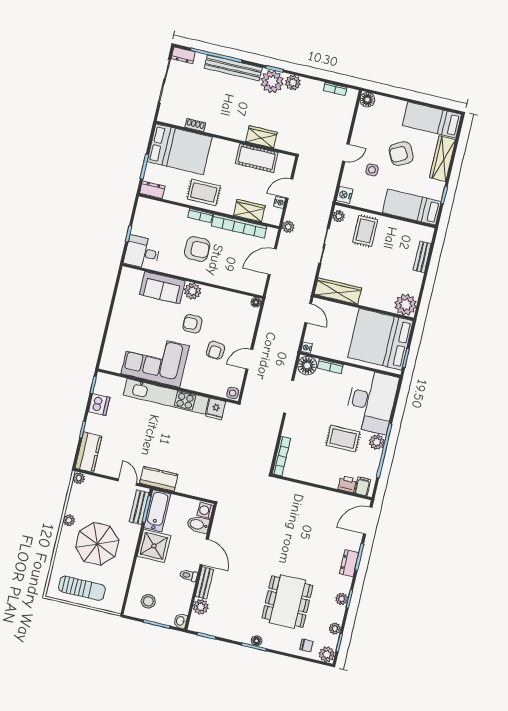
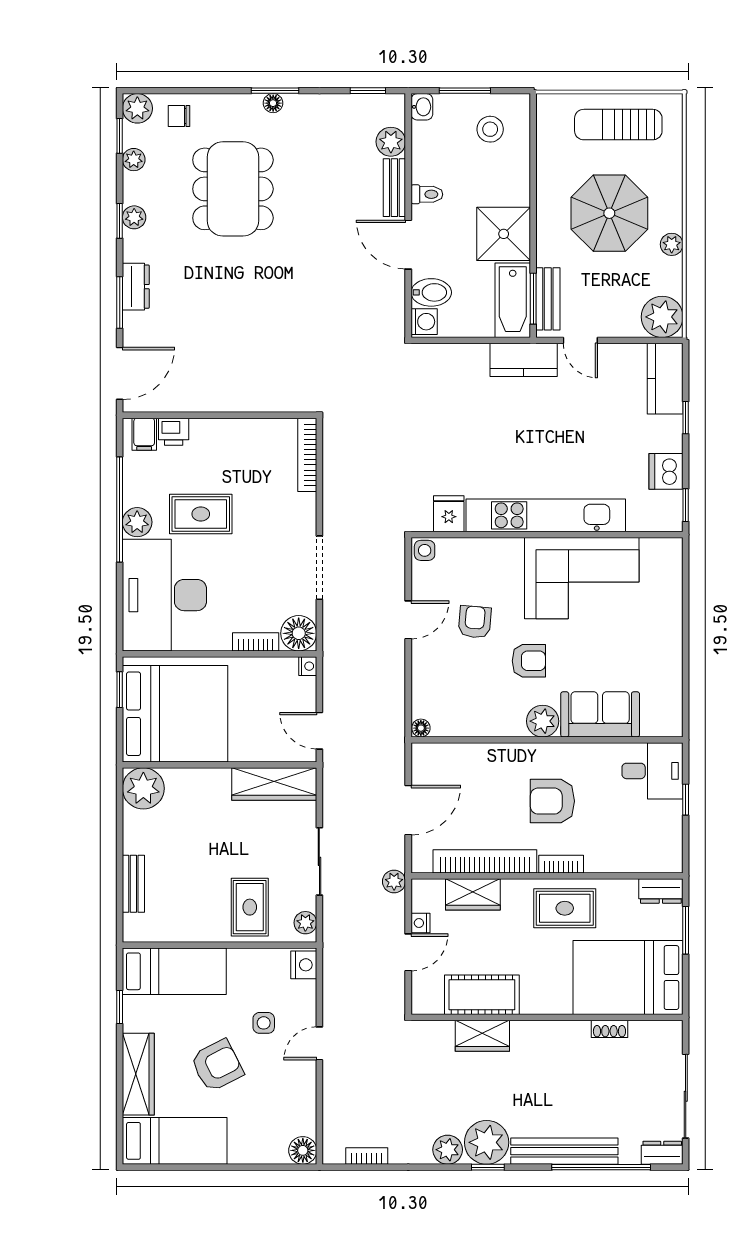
plant: (79, 478) -> (662, 317), width x1.88, depth x1.88

